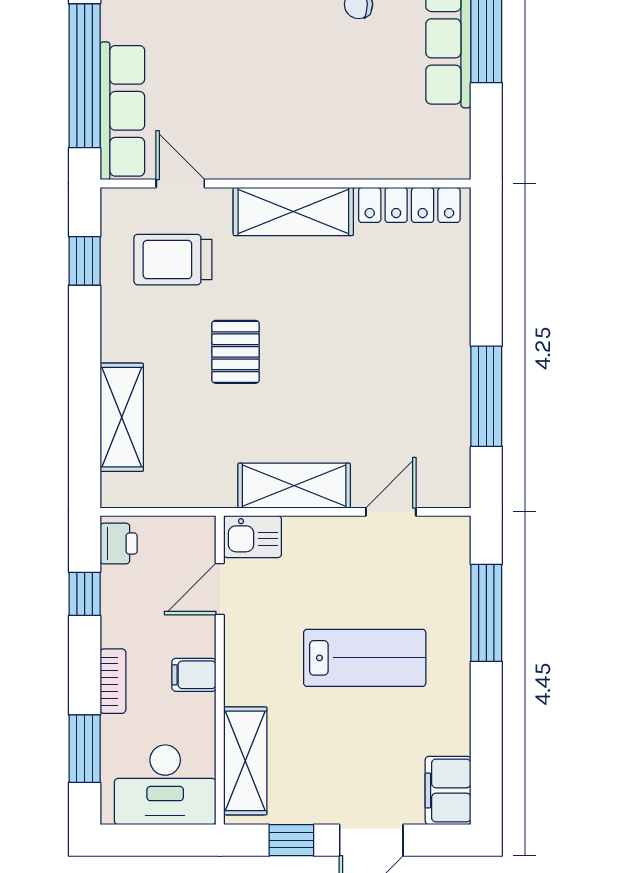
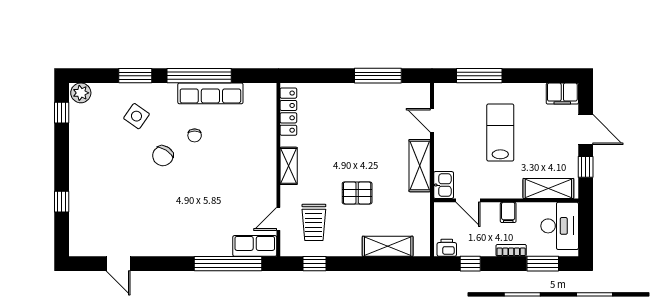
row of seats: (122, 111) -> (255, 246), width x0.68
shelving: (293, 212) -> (289, 166), width x0.67, depth x0.75

